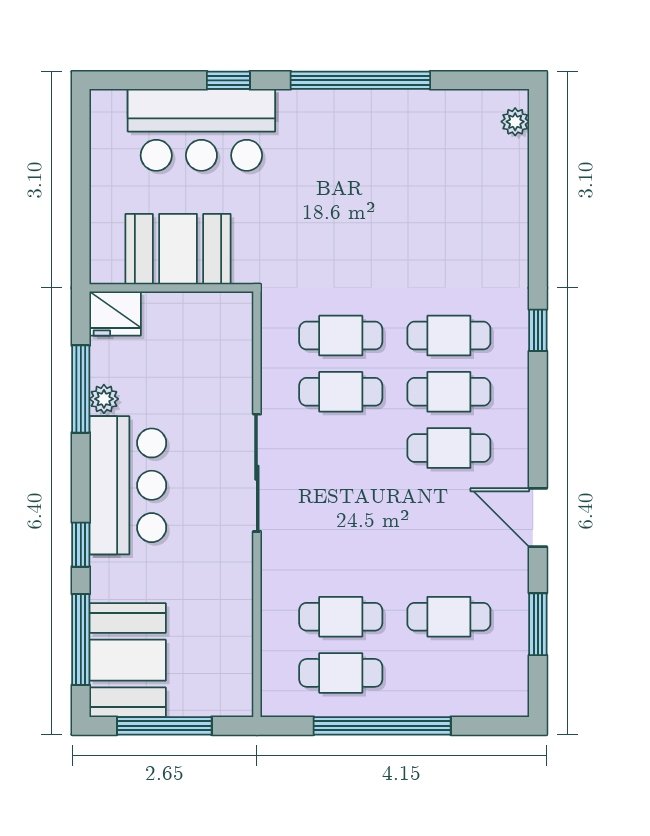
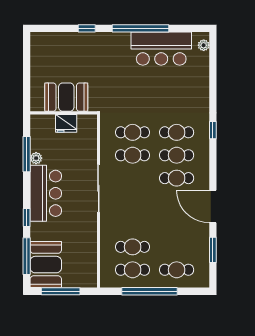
bar counter: (201, 130) -> (161, 49), moved
fridge: (115, 313) -> (66, 123), moved
door: (538, 518) -> (213, 206), width x1.36
cafe table: (449, 617) -> (177, 270), moved

